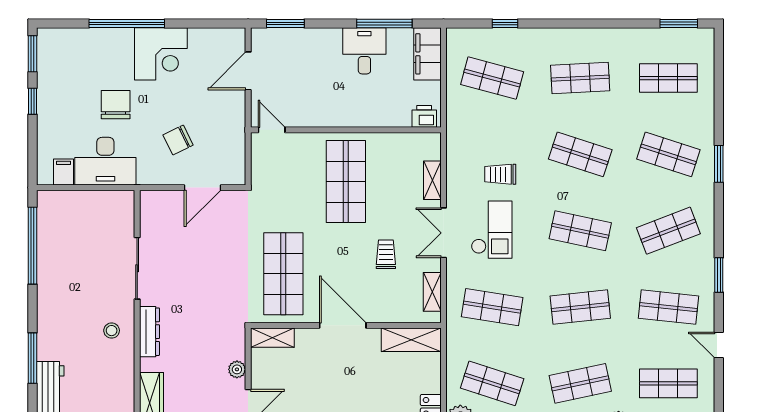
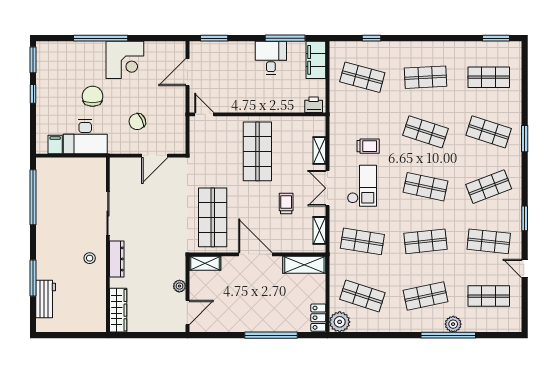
trolley: (500, 174) -> (368, 146), turned 180

